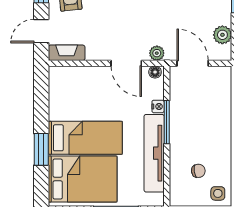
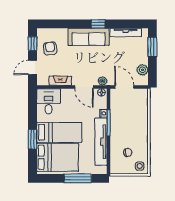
fireplace: (67, 53) -> (60, 81), moved
desk: (68, 87) -> (49, 101), added

